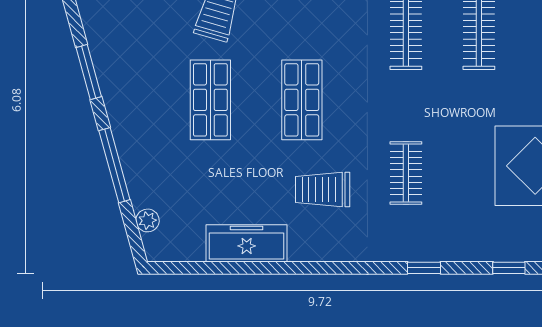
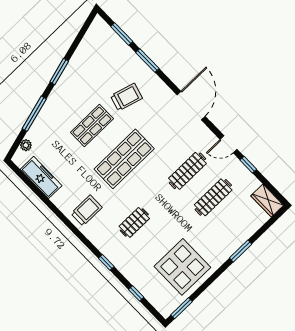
shop shelf: (302, 100) -> (124, 159), width x1.43, depth x1.36
trolley: (323, 190) -> (87, 210), moved, turned 90
freezer: (247, 243) -> (41, 177), moved

